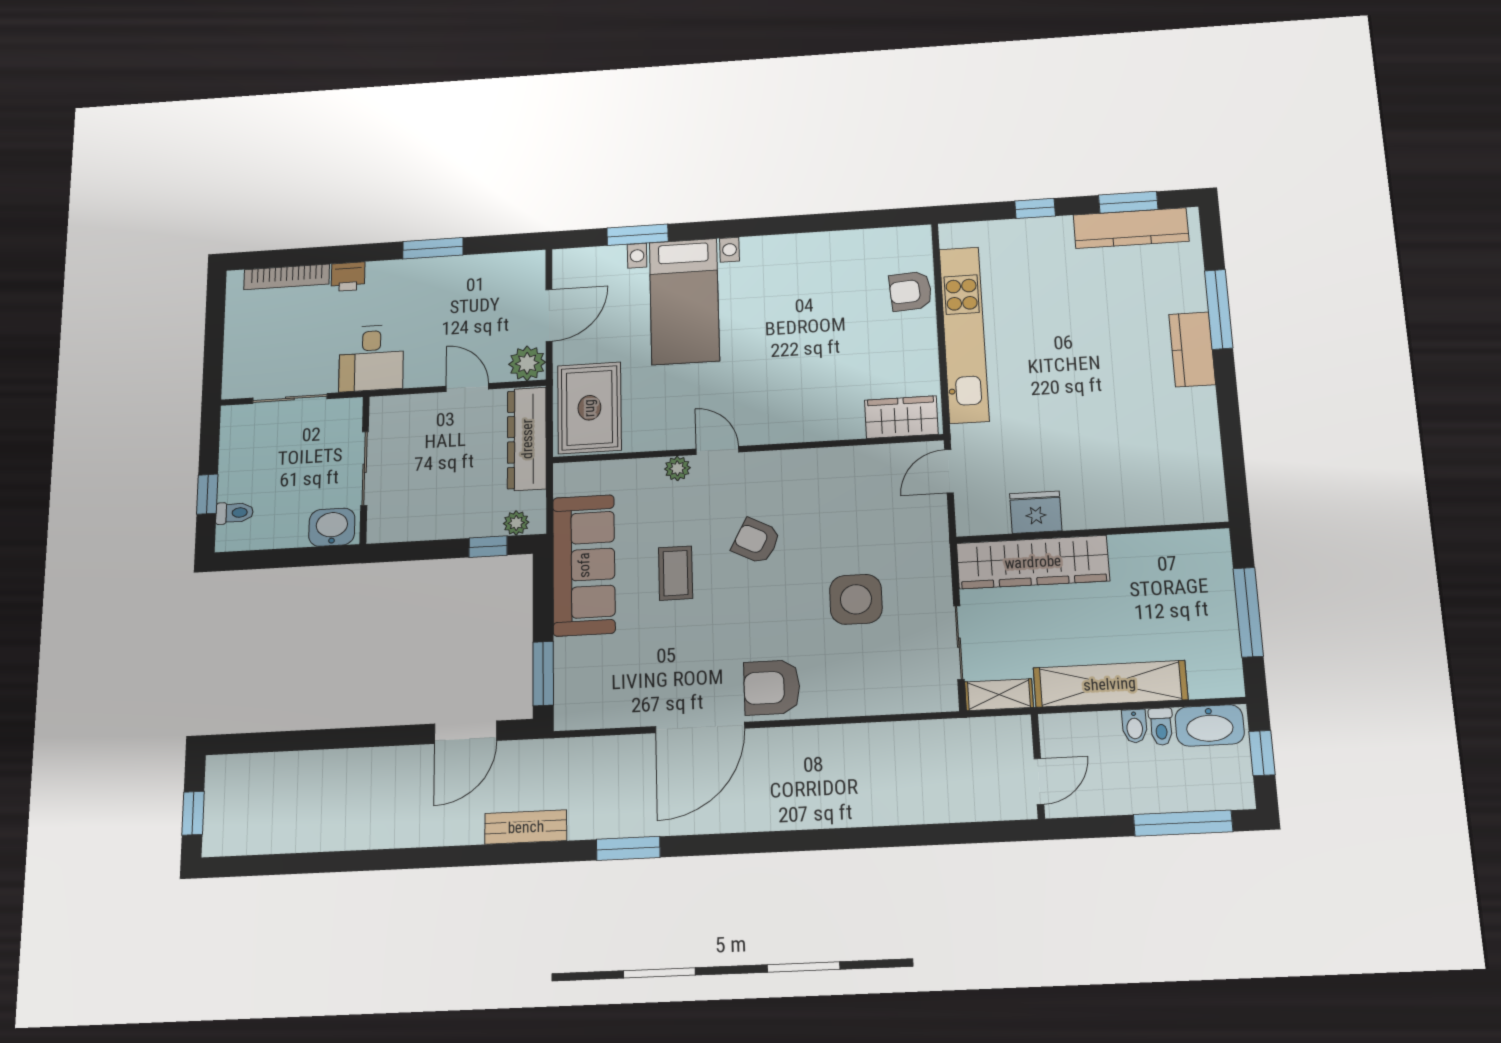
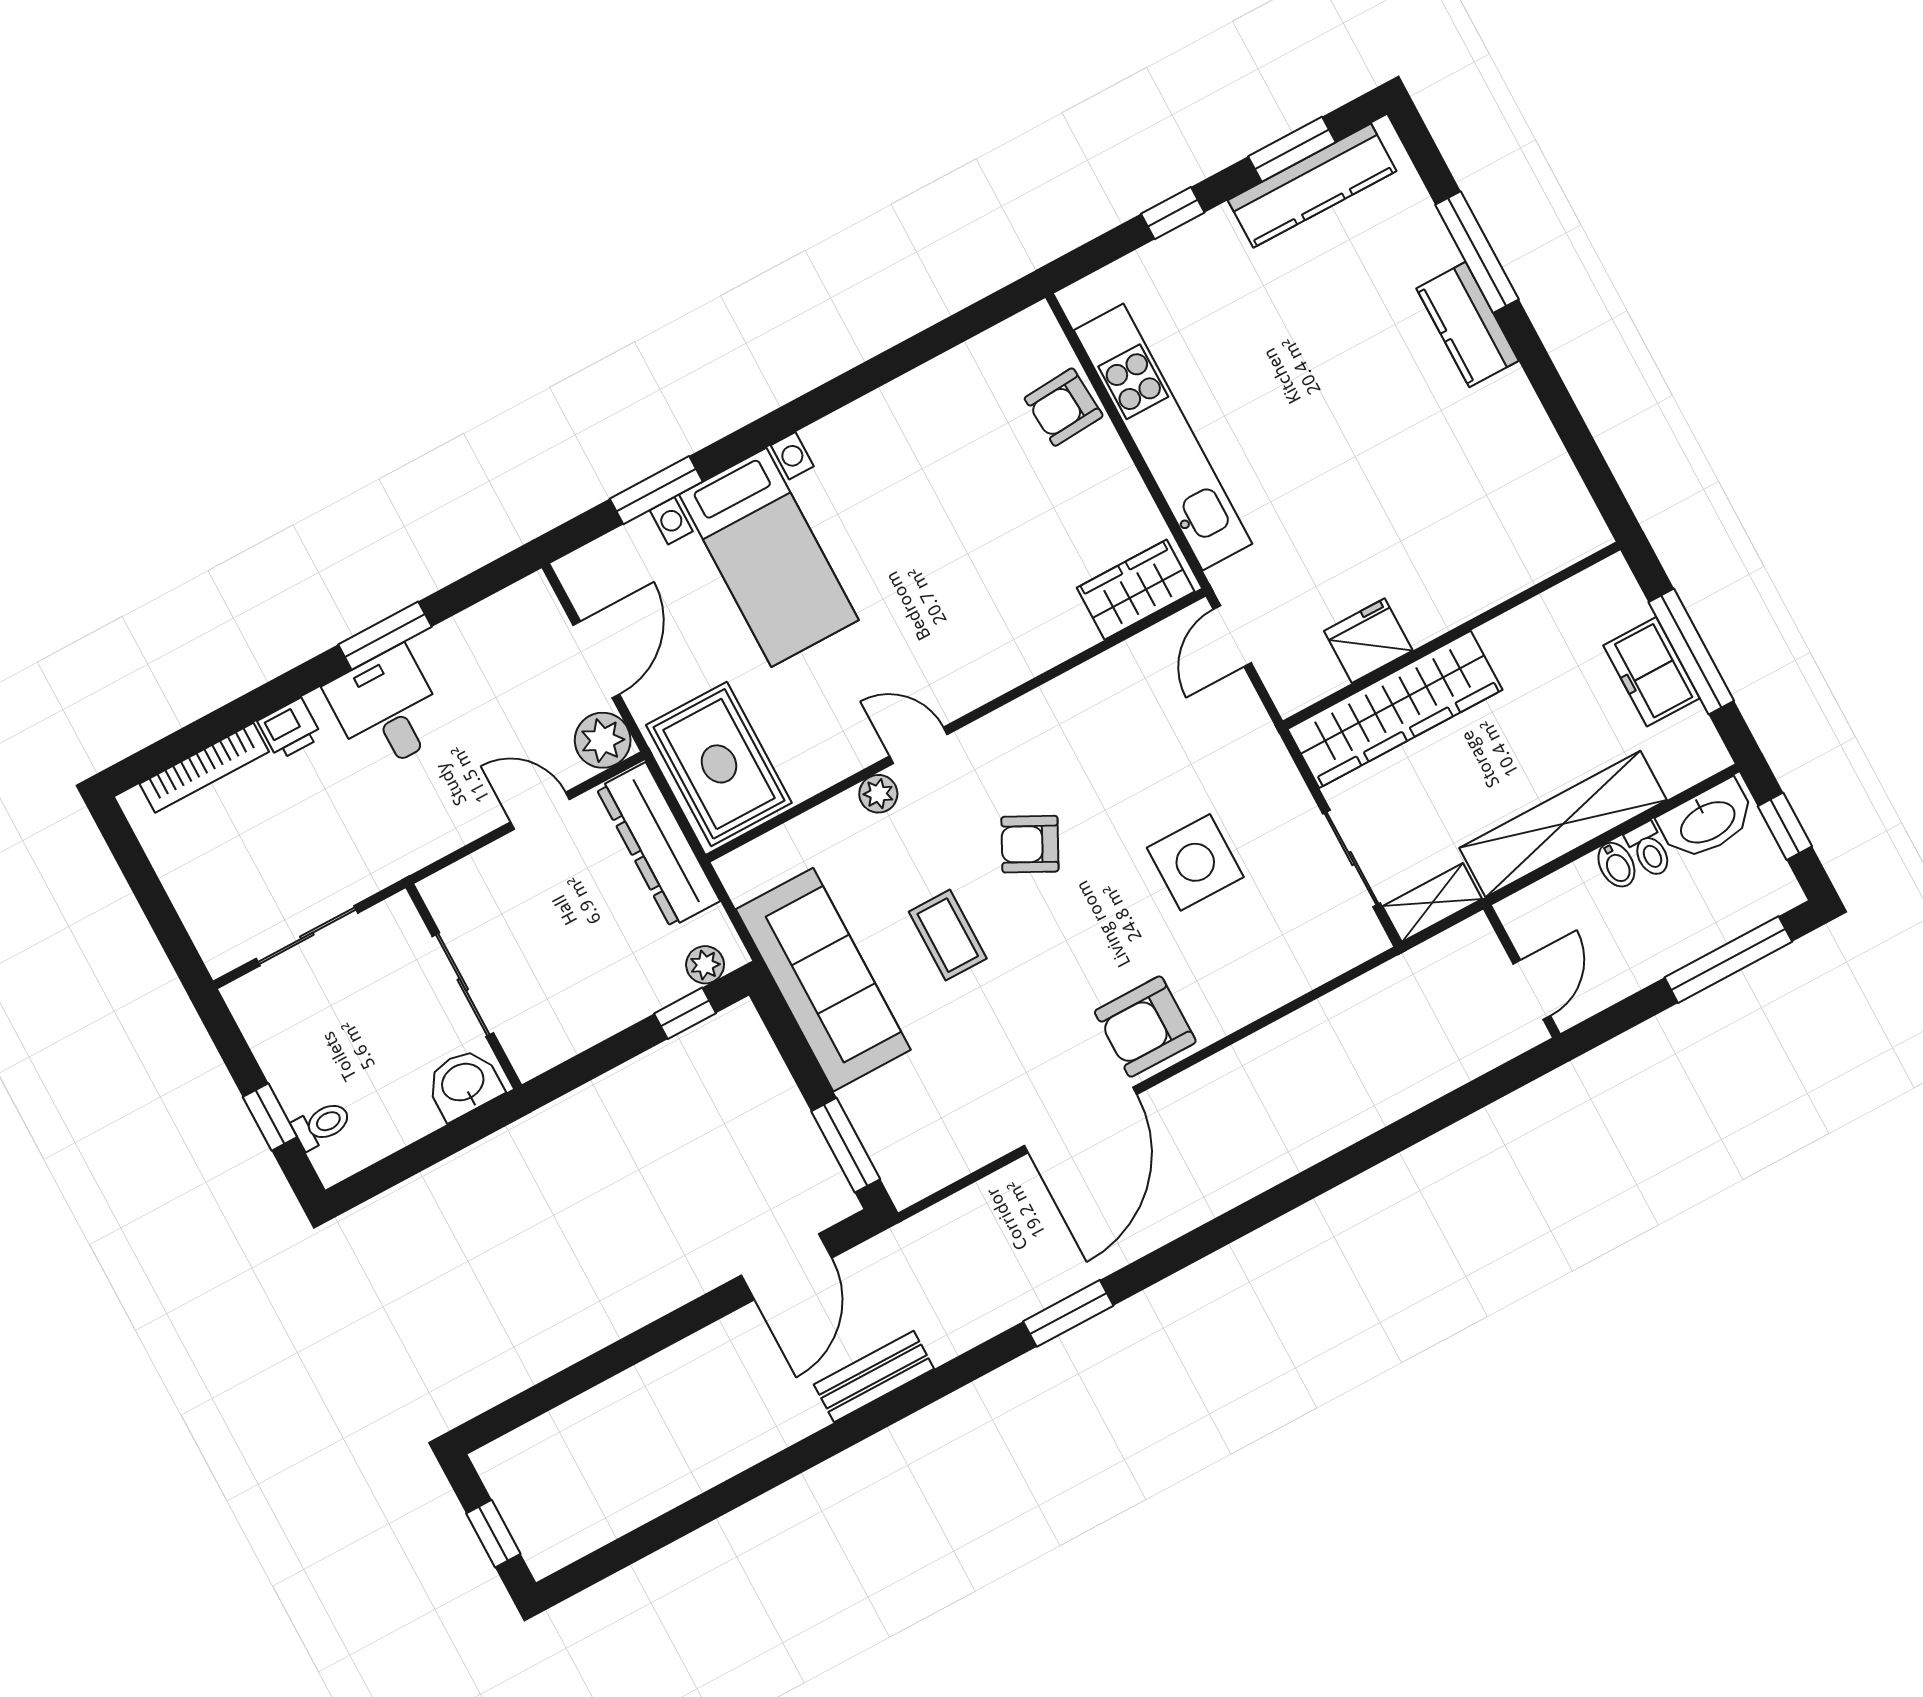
desk: (371, 358) -> (387, 709), moved, turned 180
freezer: (1215, 613) -> (1652, 672), added
bench: (526, 827) -> (874, 1377), moved

